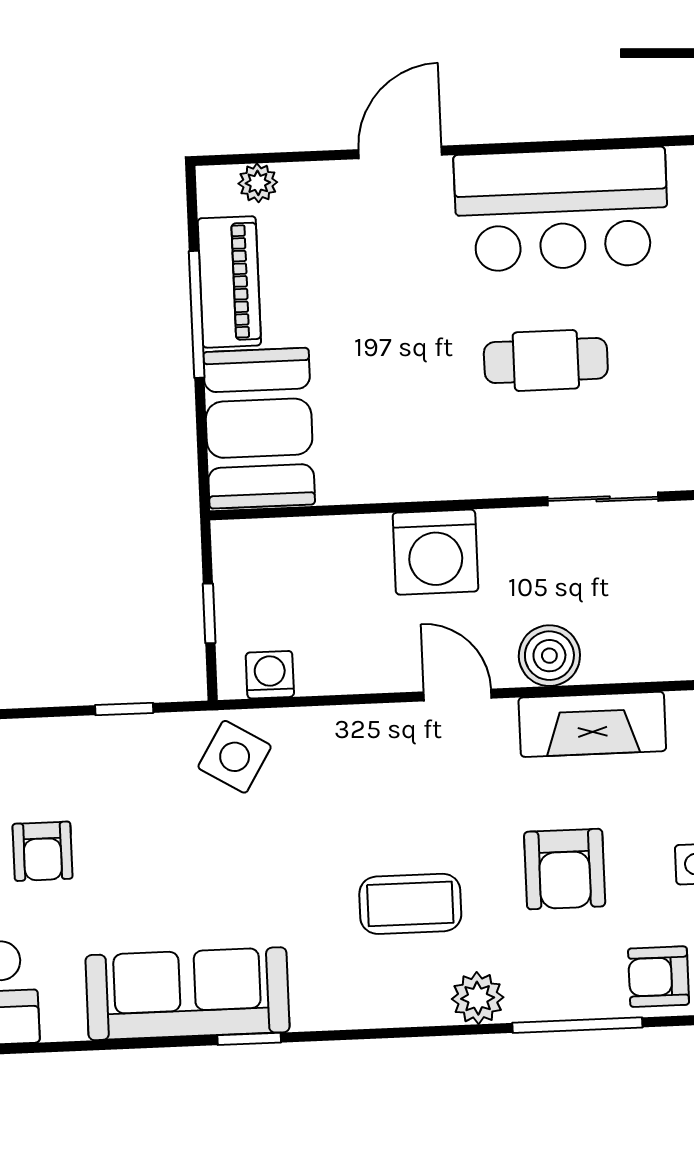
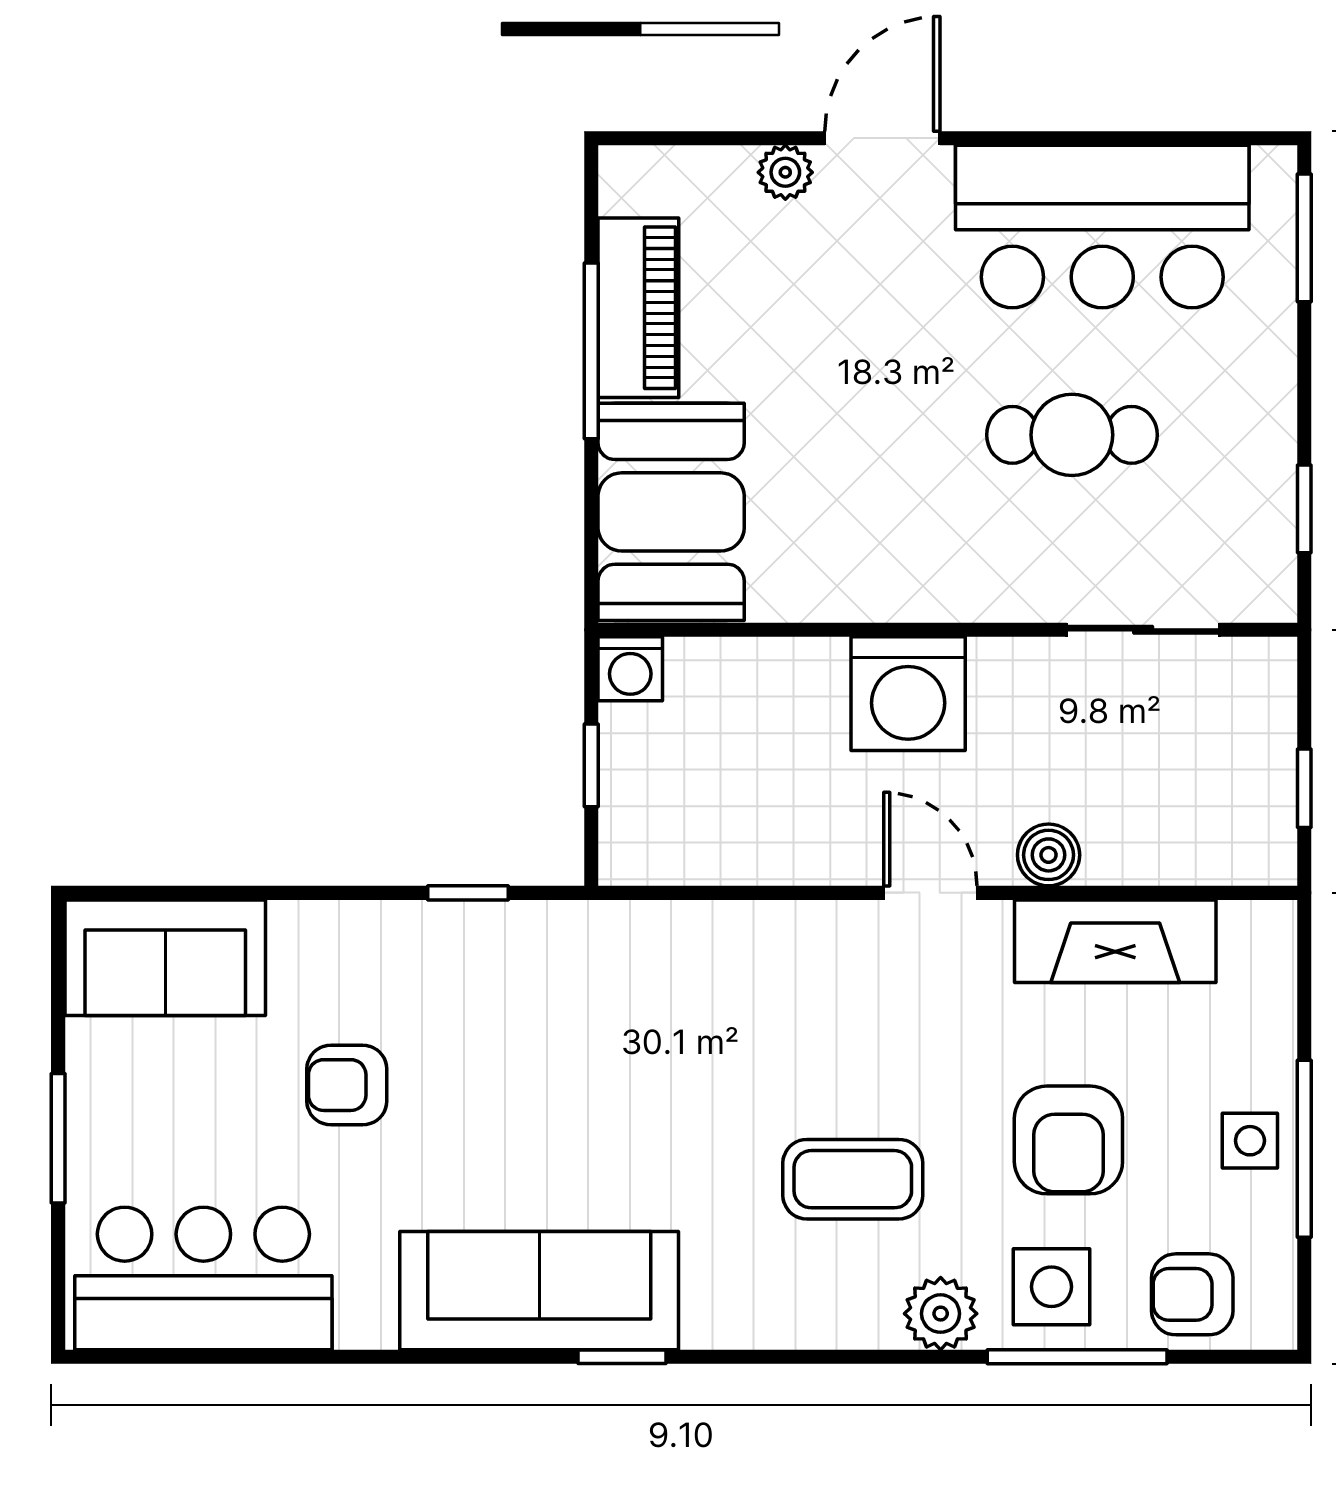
plant: (258, 183) -> (785, 172), moved
boiler: (549, 656) -> (1049, 855), width x0.73, depth x0.73
washing machine: (270, 675) -> (630, 669), moved, turned 180
side table: (235, 757) -> (1052, 1287), moved, turned -31
armchair: (43, 851) -> (347, 1085), turned 90

